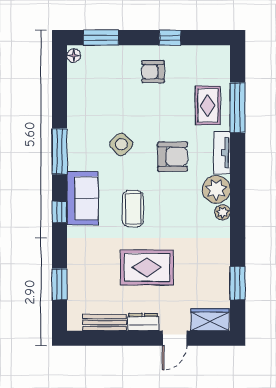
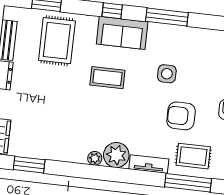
side table: (121, 144) -> (167, 74), turned 45
armchair: (173, 157) -> (181, 116), moved, turned 90
rug: (147, 267) -> (57, 41), moved

